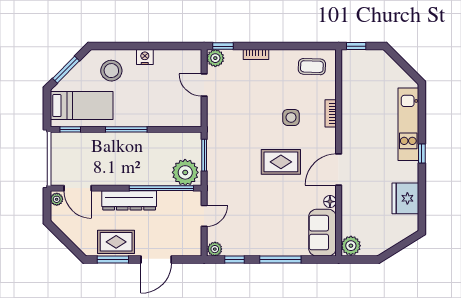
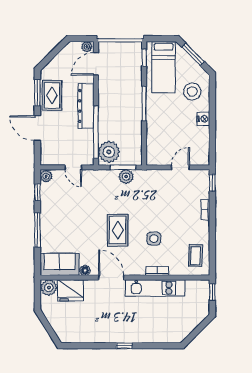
plant: (215, 58) -> (126, 177), moved
kitchen unit: (408, 124) -> (155, 288), moved, turned 180
fridge: (405, 198) -> (71, 290), moved, turned 180

